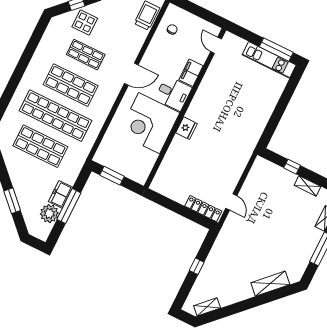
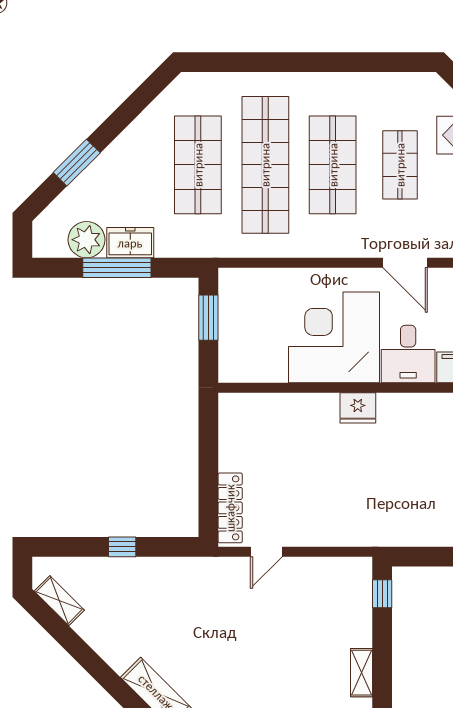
window: (292, 167) -> (382, 594), moved

